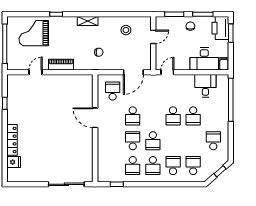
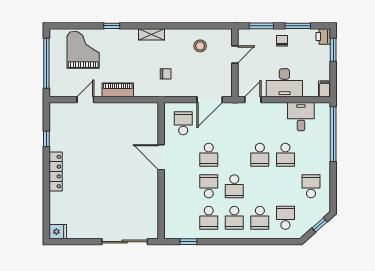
printer: (220, 28) -> (323, 36), width x0.53, depth x0.68
grand piano: (34, 33) -> (83, 50), turned 90
desk: (204, 59) -> (284, 83), moved
locker: (12, 140) -> (56, 172), moved
fridge: (14, 162) -> (58, 232), moved
school desk: (173, 166) -> (260, 218), turned 180

